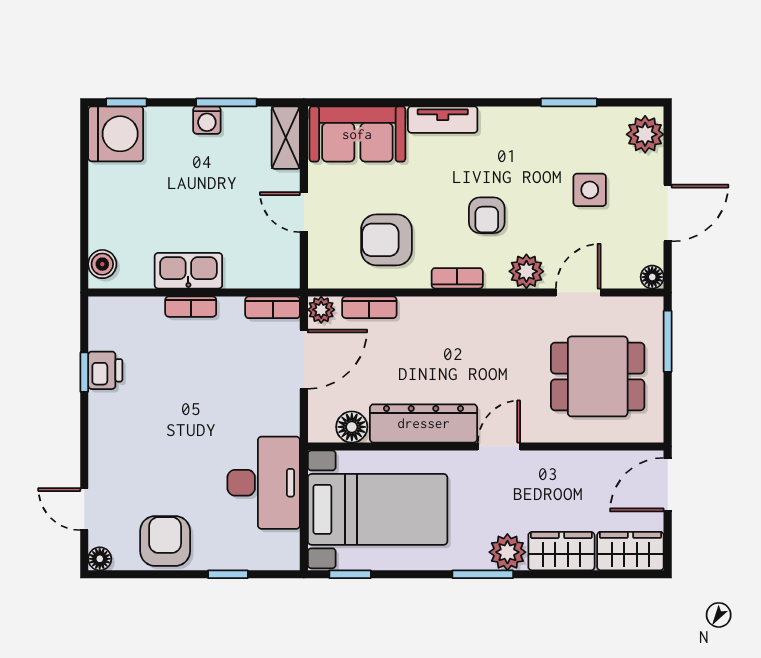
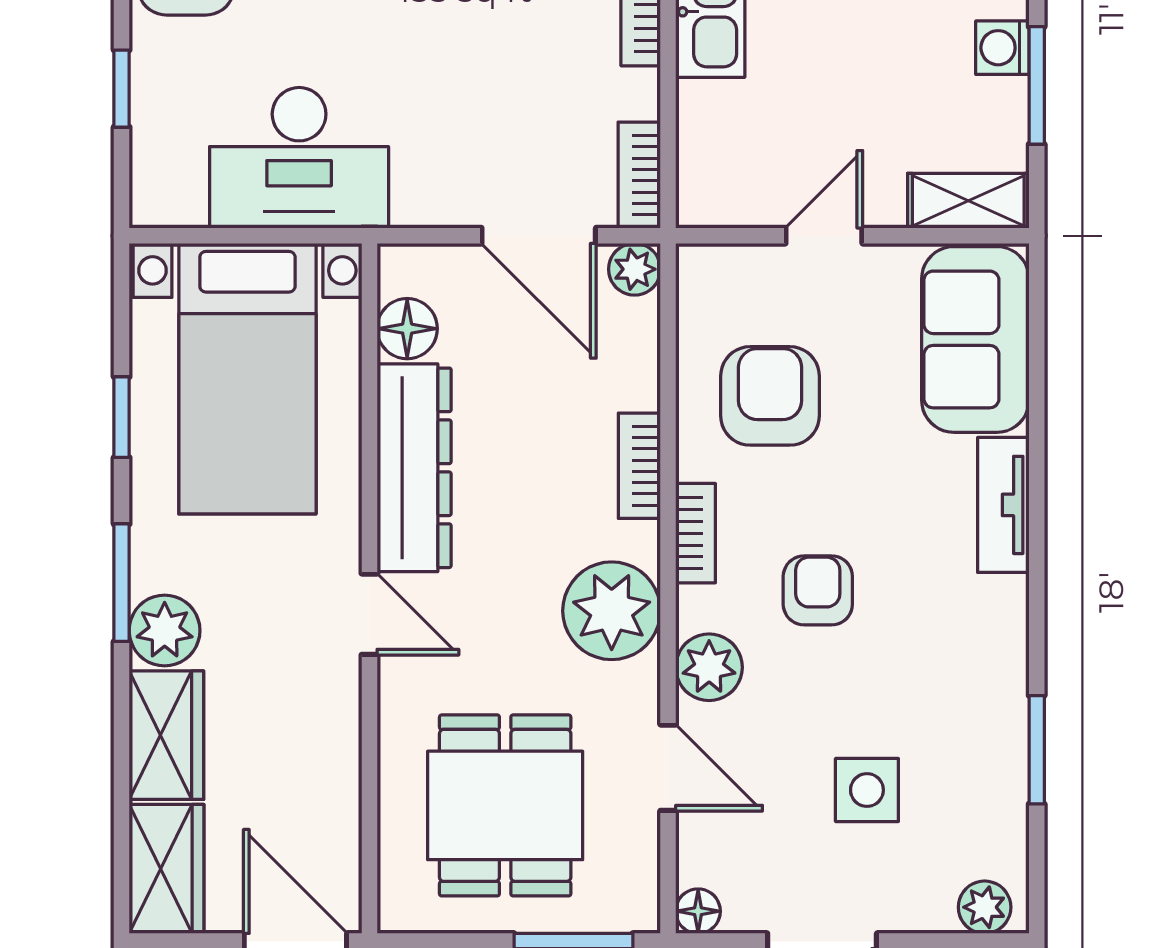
plant: (645, 134) -> (985, 907), width x0.73, depth x0.73
armchair: (487, 215) -> (818, 590), turned 90
bookcase: (369, 307) -> (639, 466), moved
plant: (497, 322) -> (612, 611), added
window: (350, 574) -> (122, 417), moved

